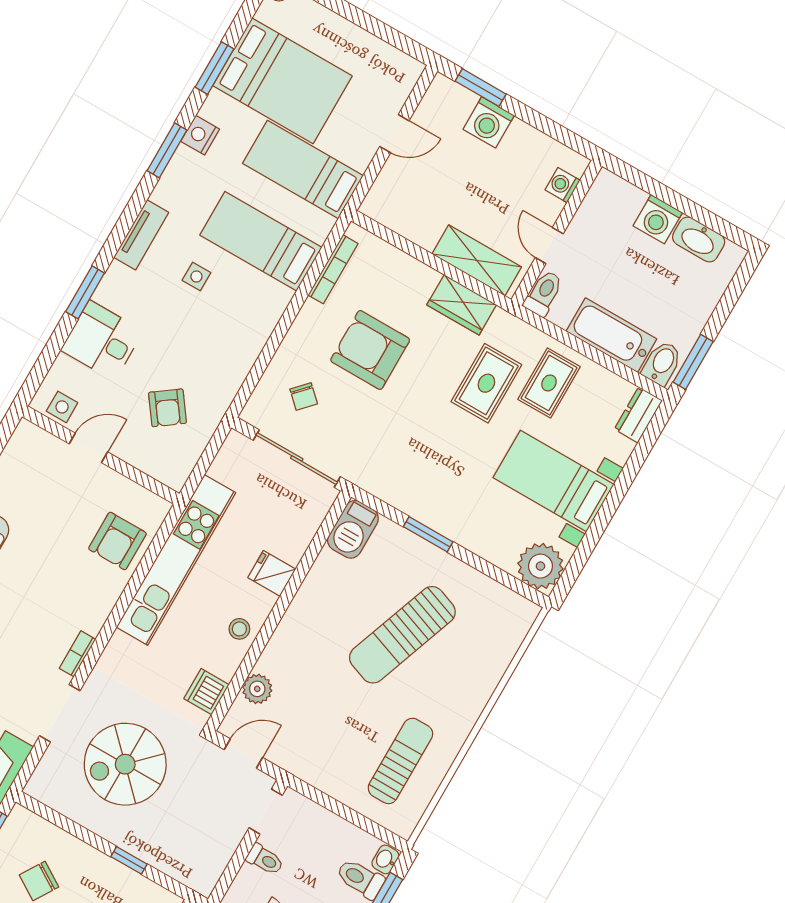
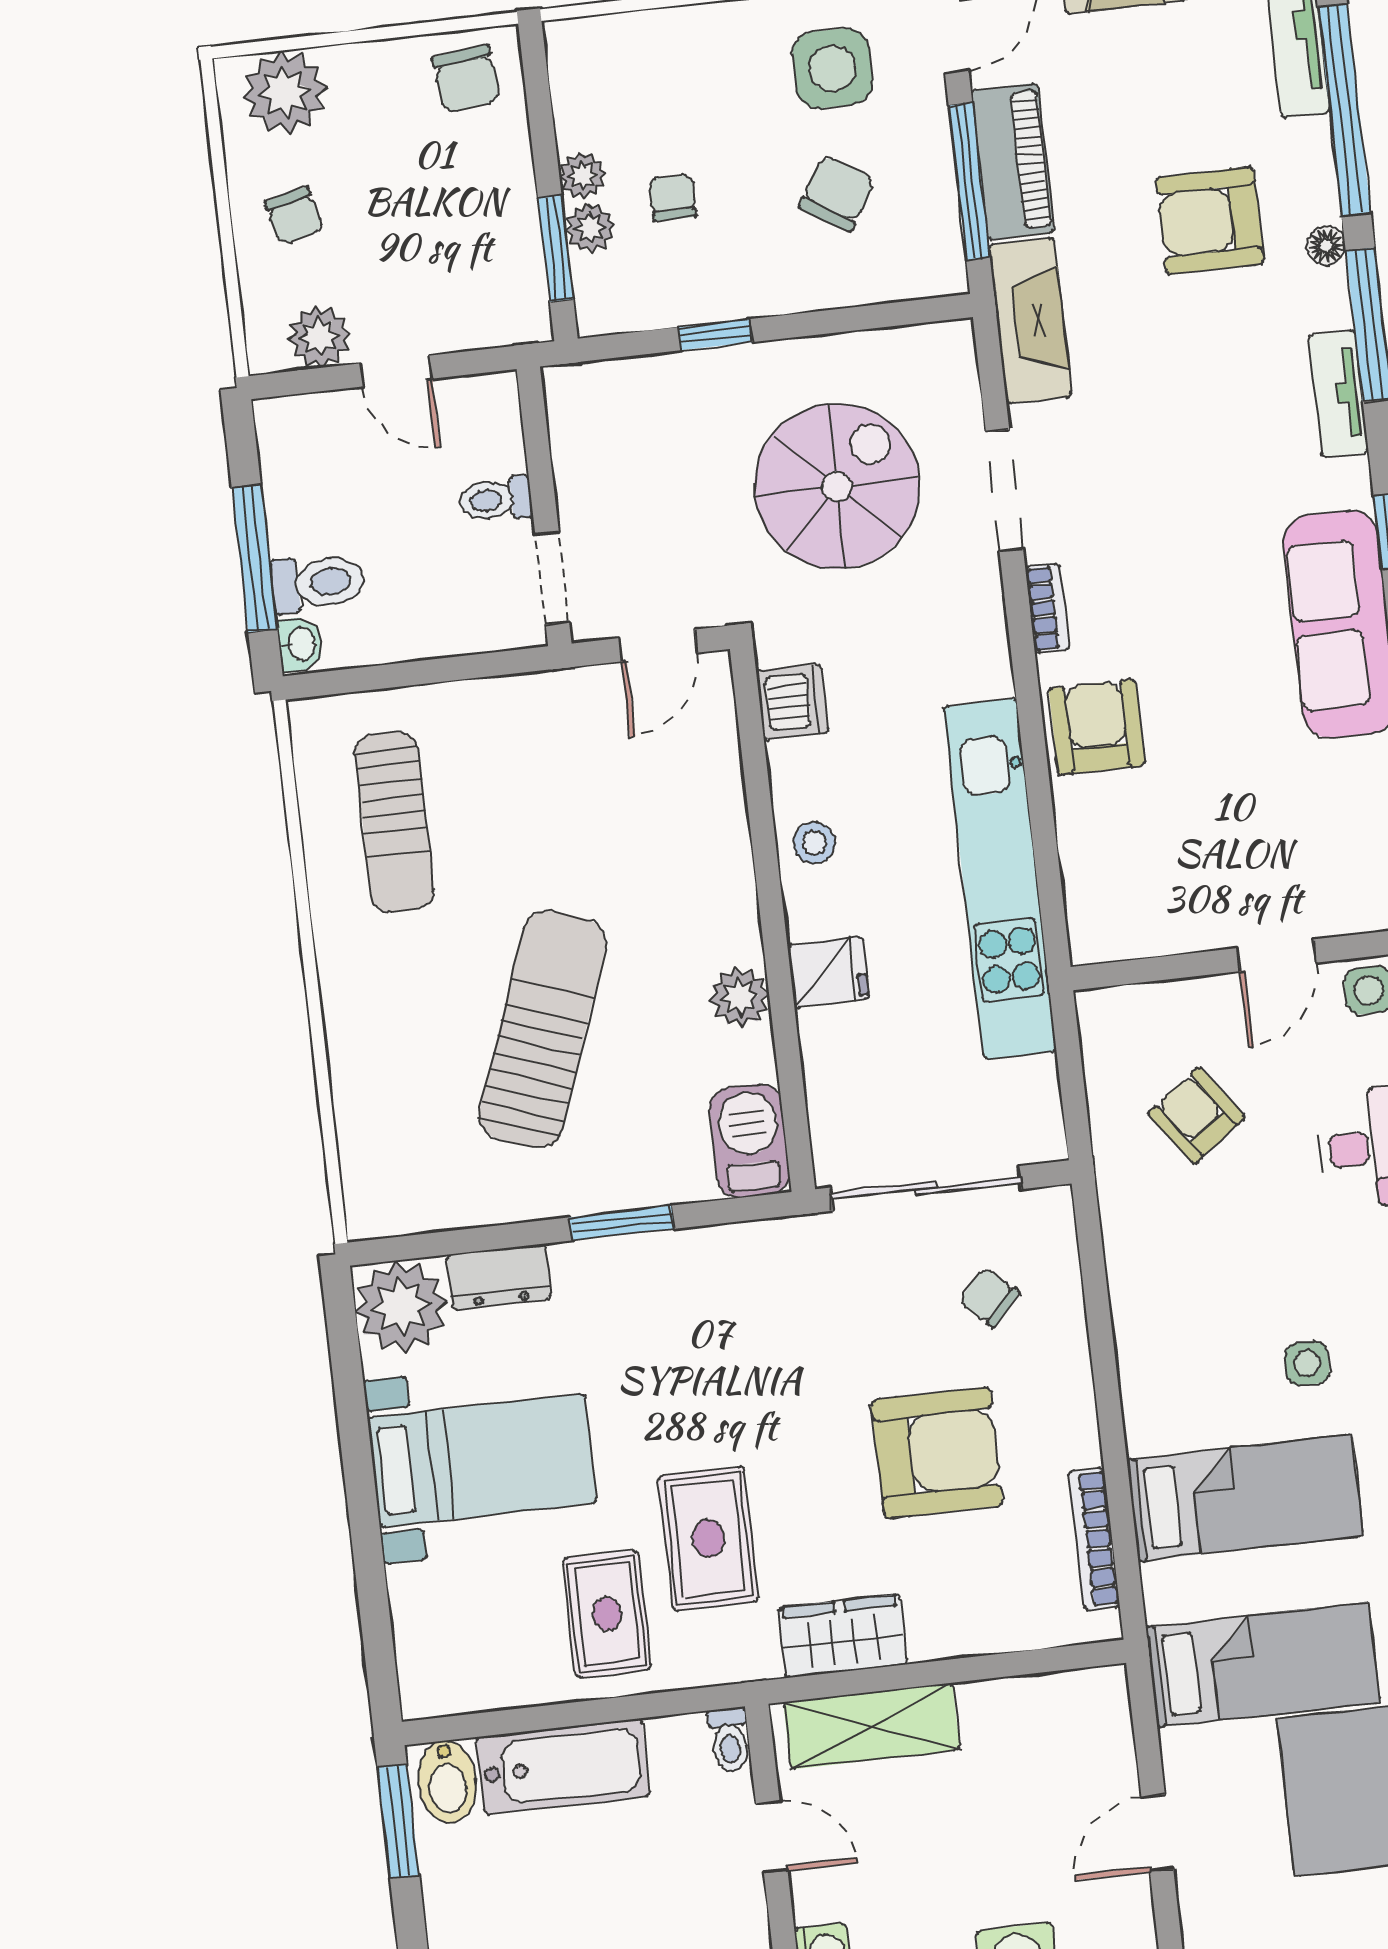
toilet: (544, 293) -> (729, 1740), width x0.73, depth x0.72
dresser: (638, 415) -> (499, 1277), moved, turned 90
armchair: (117, 541) -> (1097, 727), moved
plant: (257, 689) -> (739, 997), moved

